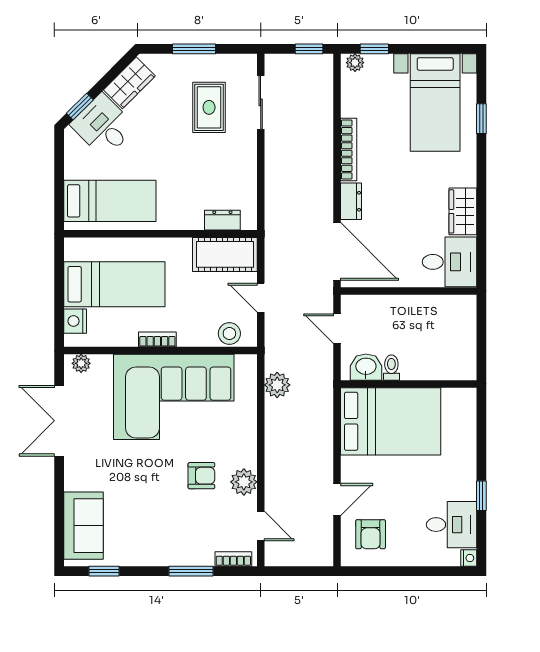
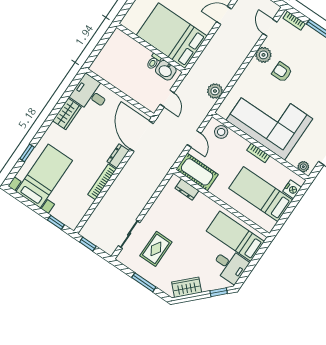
plant: (355, 63) -> (70, 222), removed
desk: (103, 126) -> (230, 266), moved, turned -45

